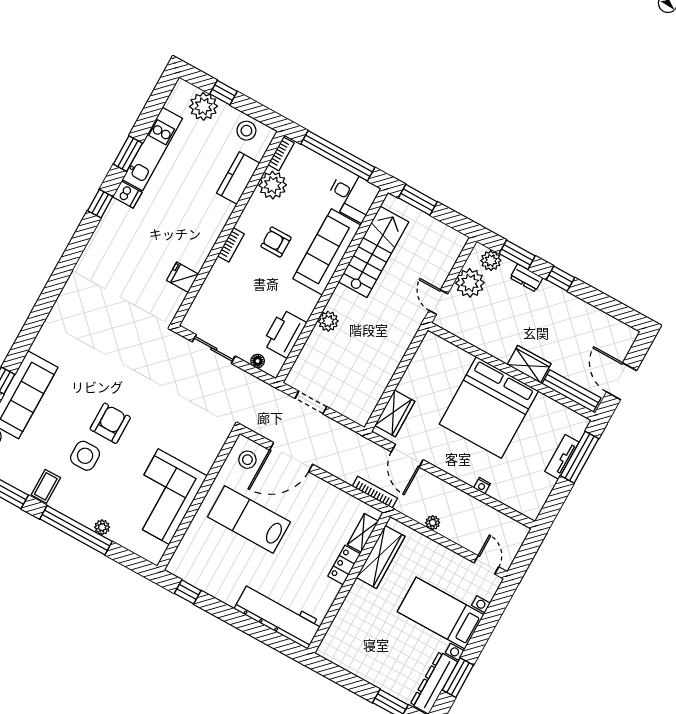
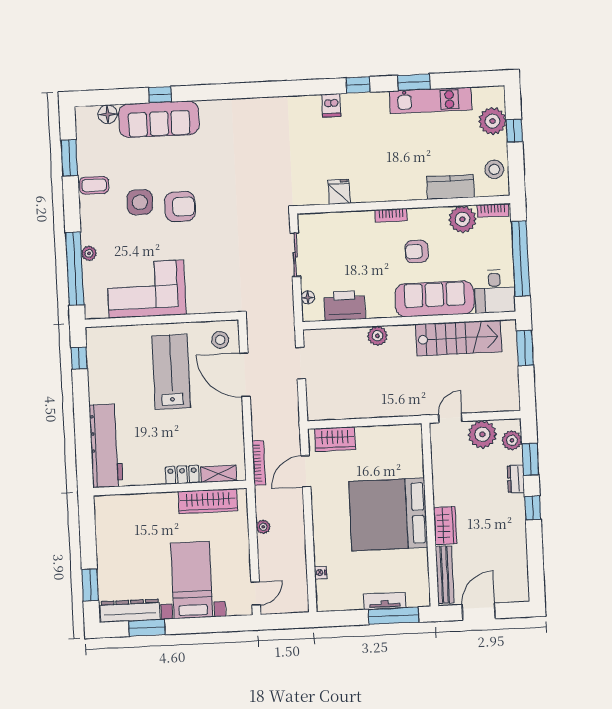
dishwasher: (127, 195) -> (331, 105), moved
armchair: (276, 242) -> (417, 251), turned -90
nightstand: (482, 486) -> (321, 573), moved
window: (76, 530) -> (75, 269), moved

